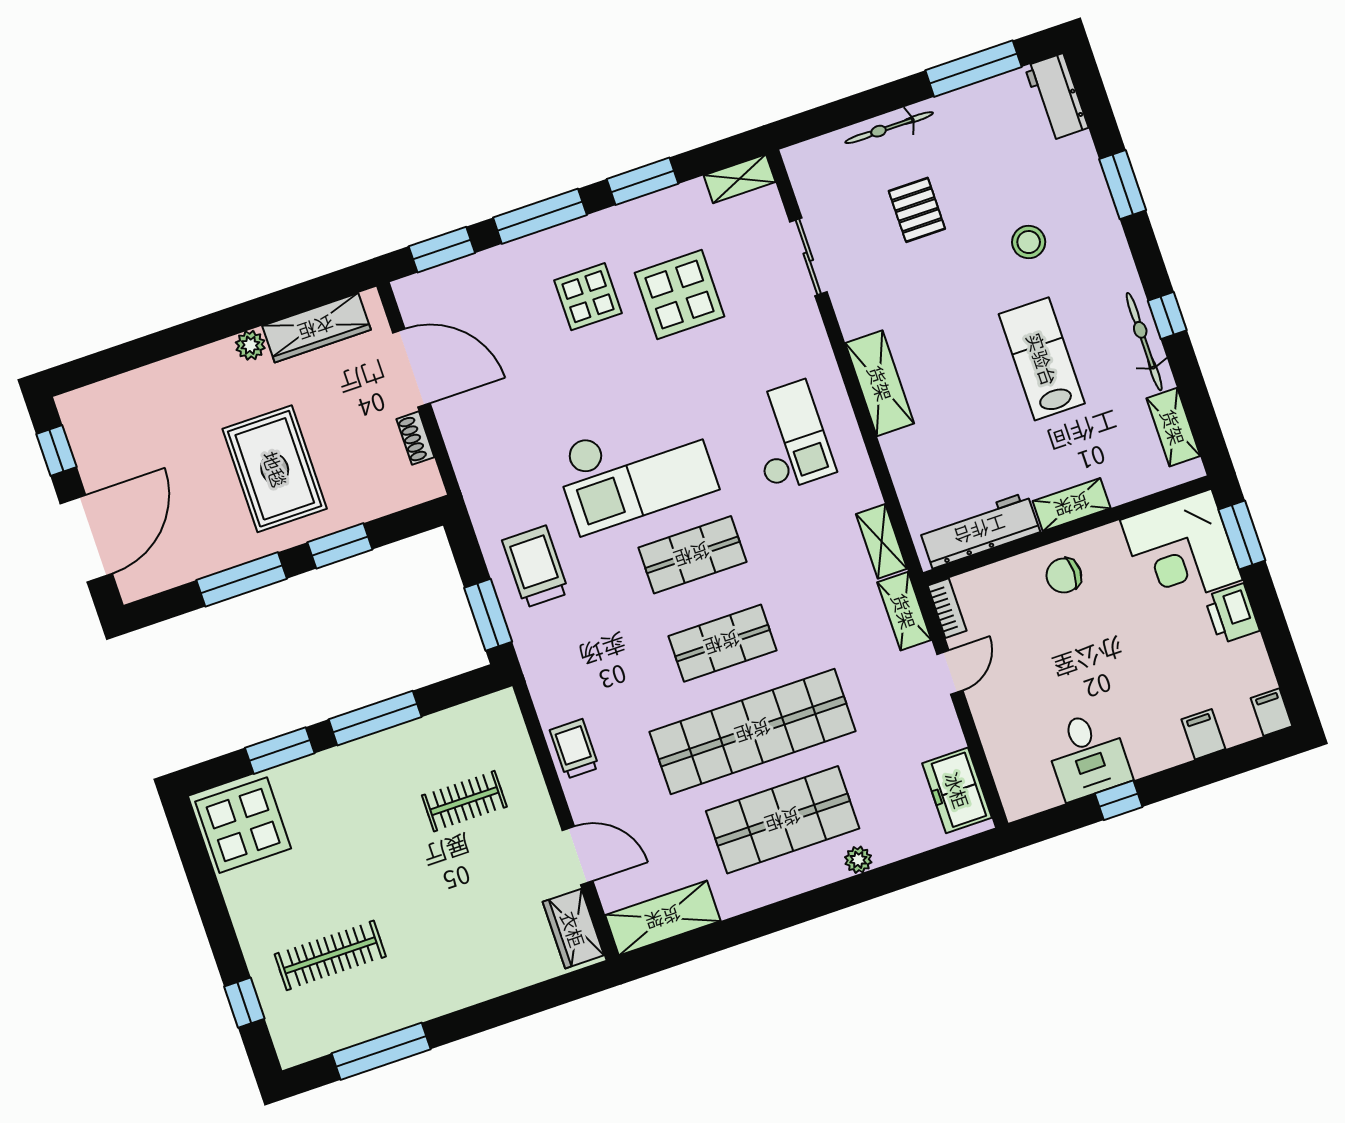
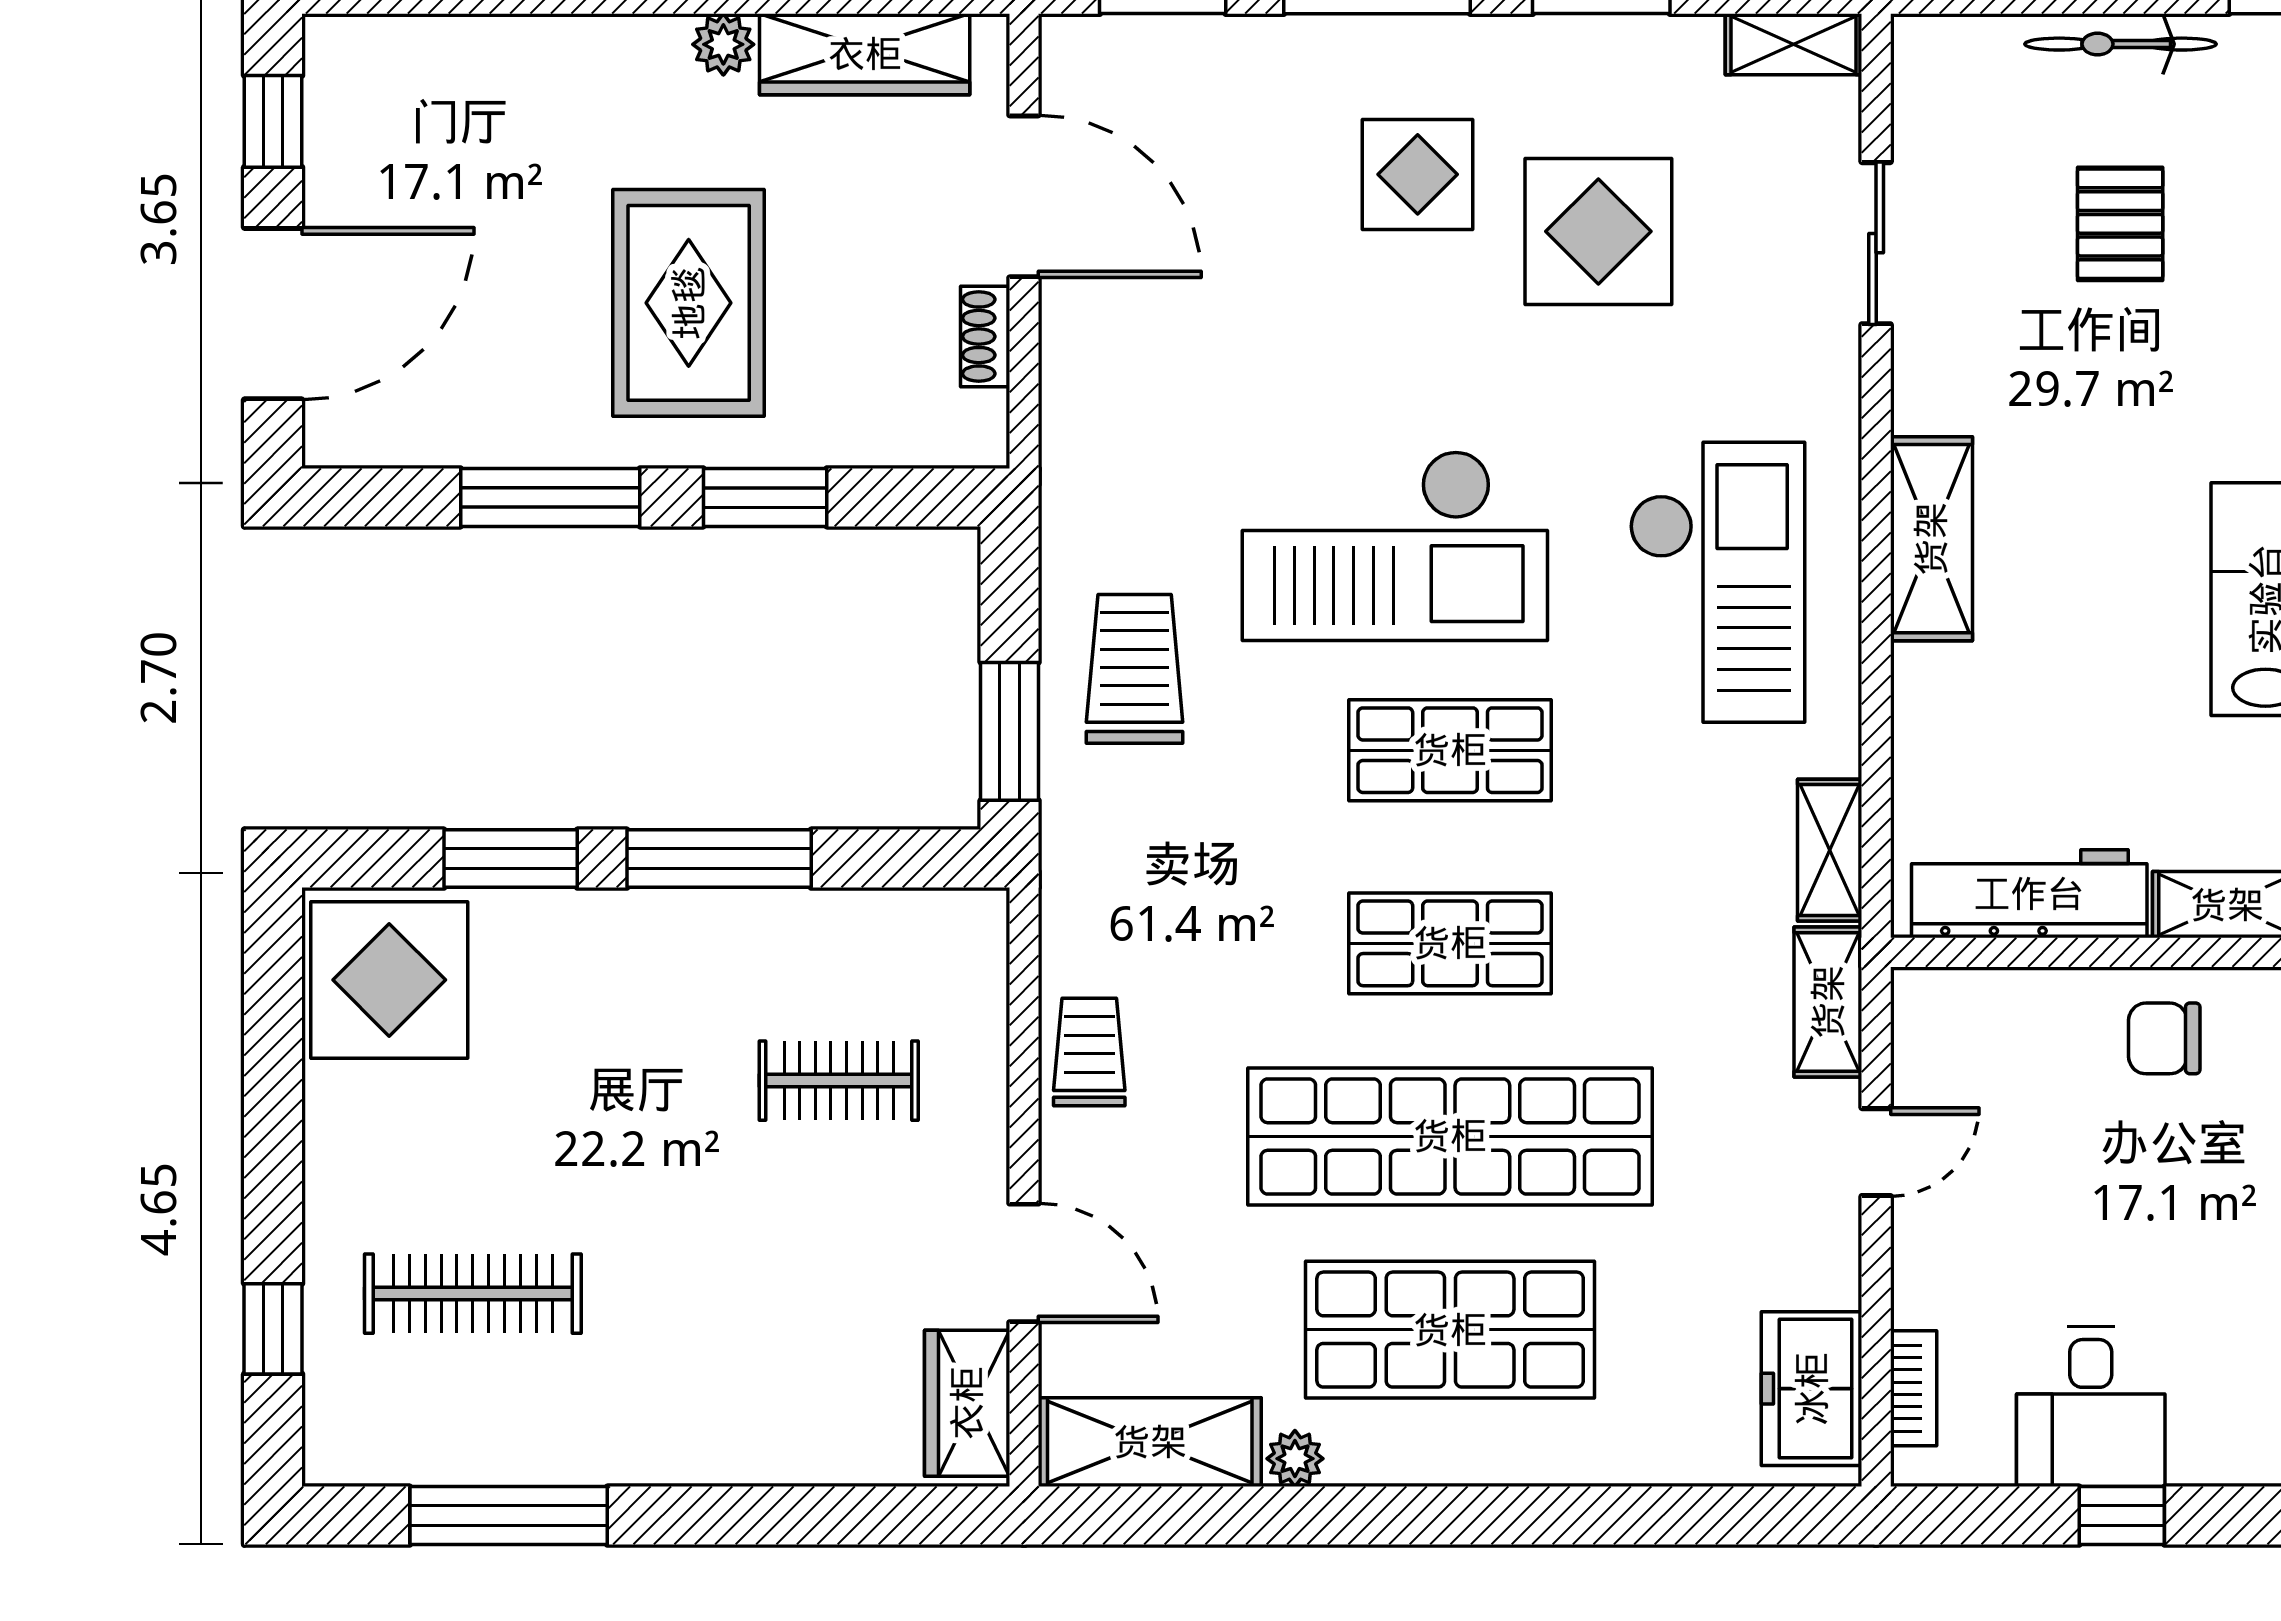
checkout: (788, 436) -> (1717, 582), width x1.36, depth x1.21
bookcase: (947, 608) -> (1914, 1388), moved
plant: (858, 860) -> (1295, 1459), moved

